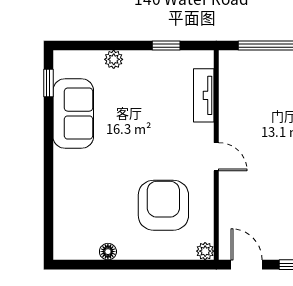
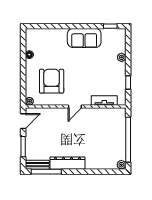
sofa: (73, 114) -> (84, 38), moved
armchair: (163, 205) -> (52, 81), turned -90

